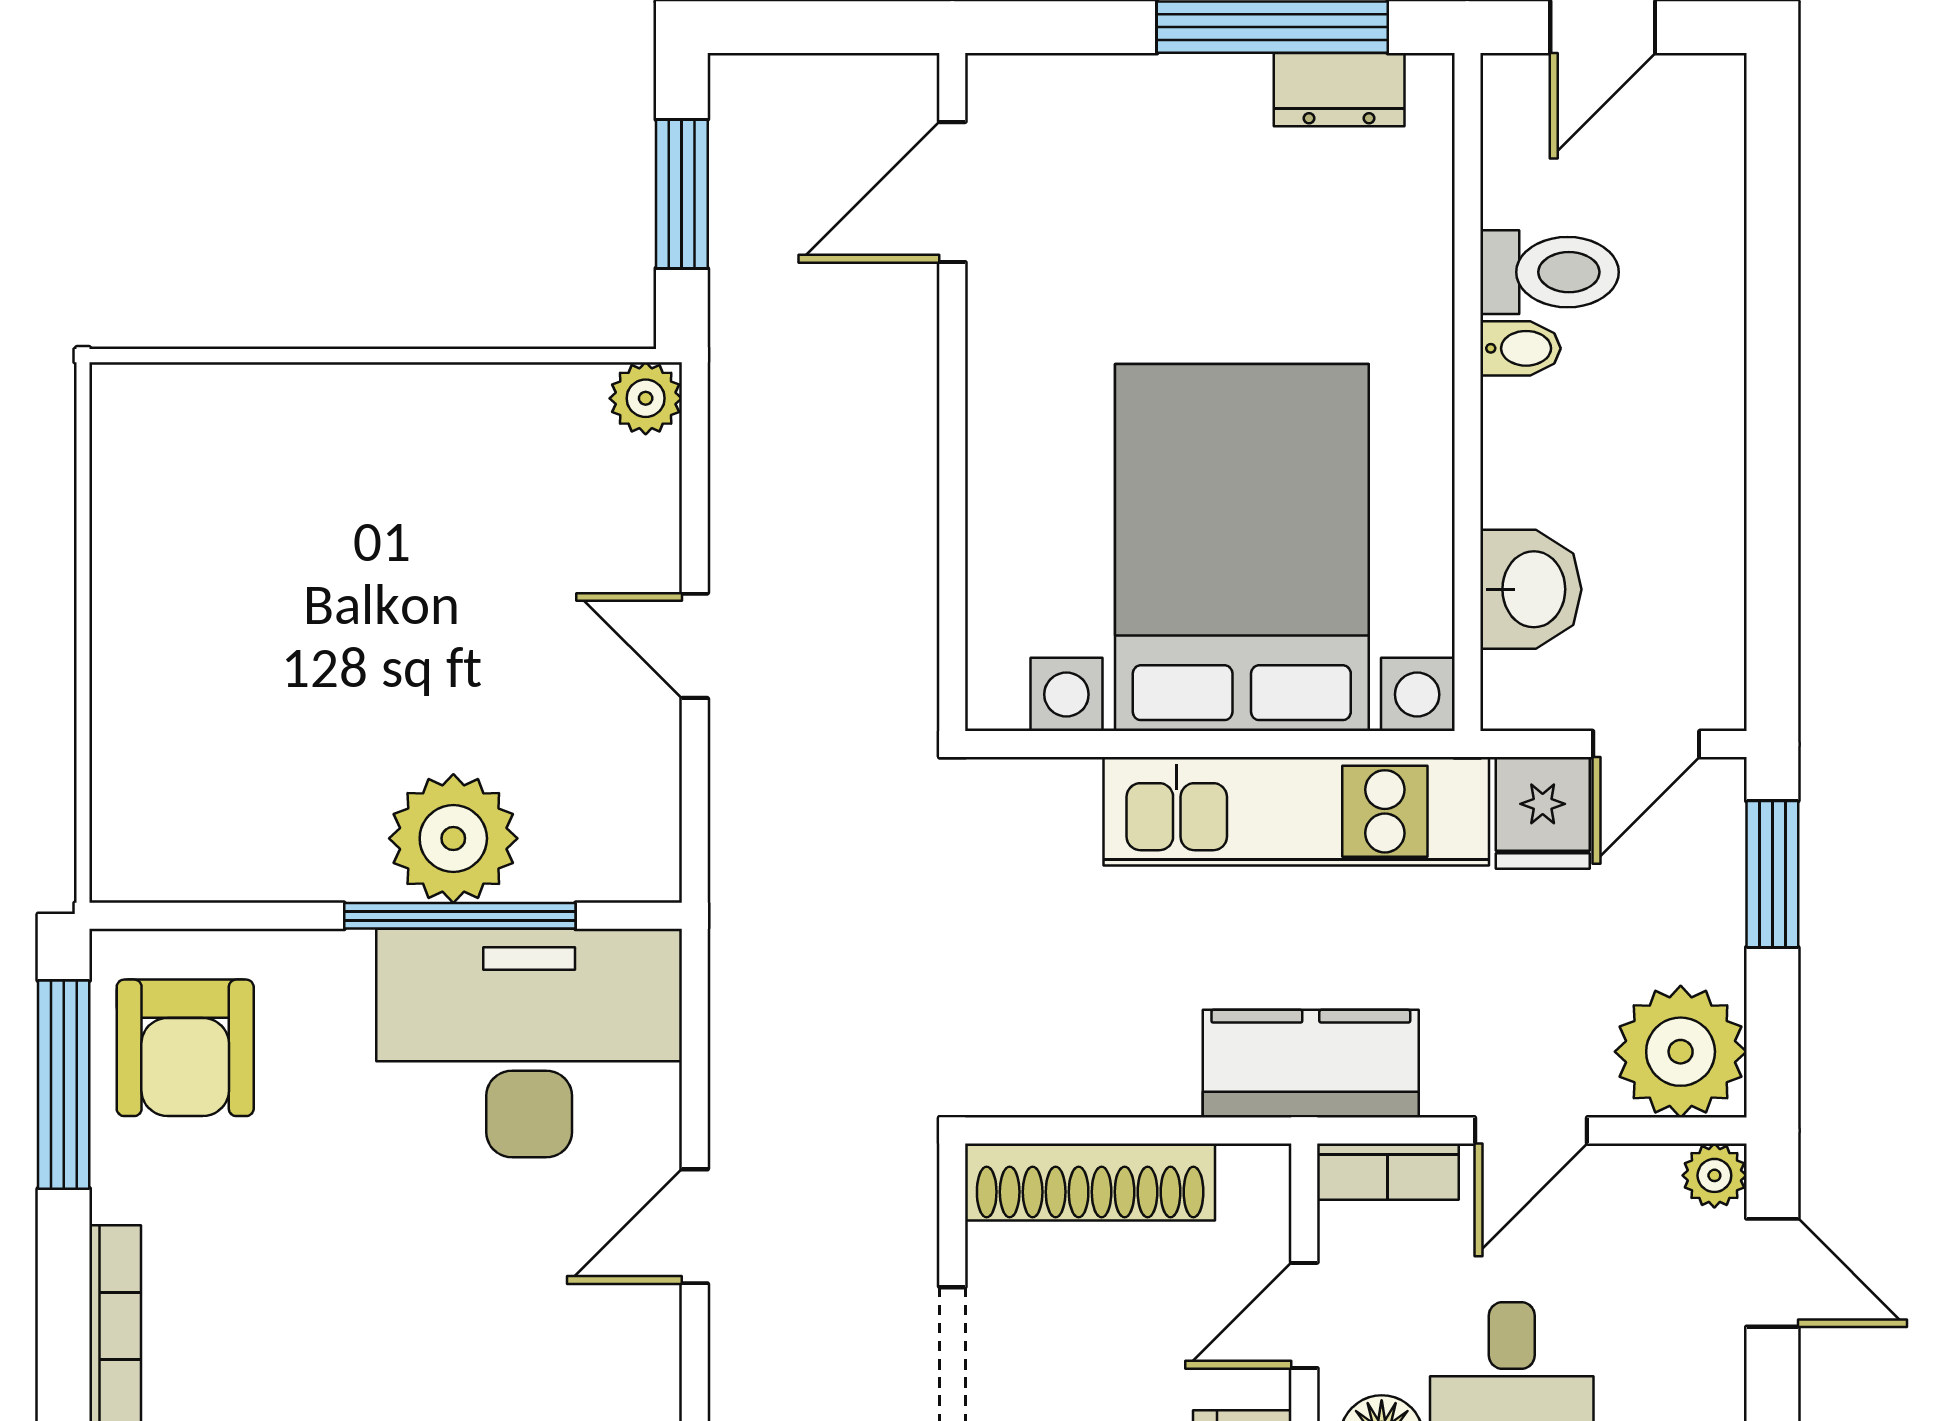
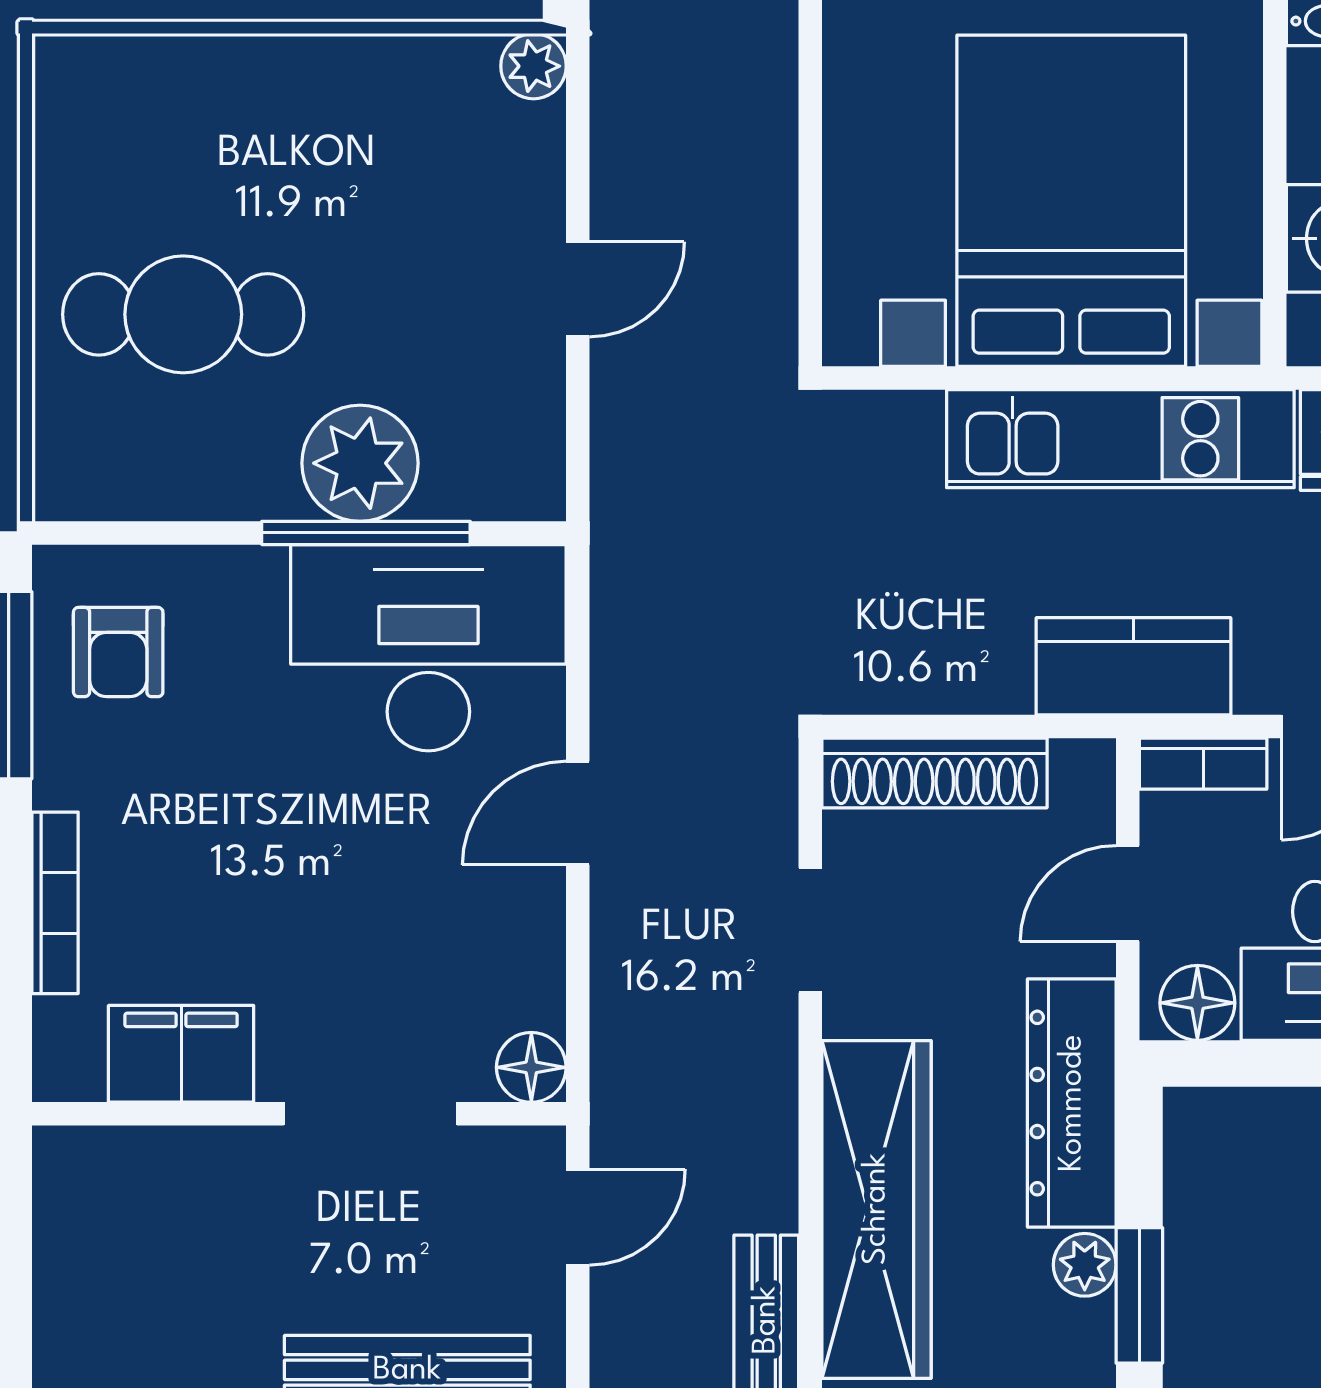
door: (695, 646) -> (578, 289), swing flipped
cafe table: (257, 674) -> (183, 314), added
armchair: (185, 1048) -> (118, 652), width x0.72, depth x0.72

